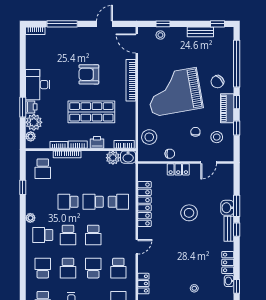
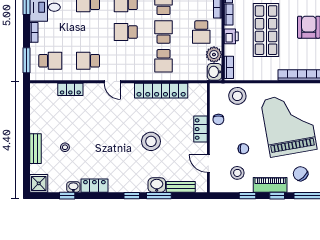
bench: (229, 229) -> (181, 187), moved
school desk: (93, 268) -> (201, 32), moved, turned 90

